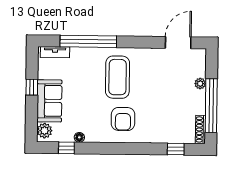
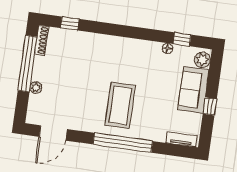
window: (88, 41) -> (123, 143), moved
armchair: (123, 119) -> (120, 61), removed

